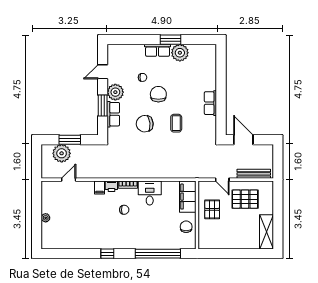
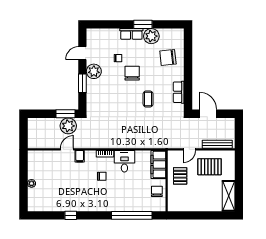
row of seats: (210, 103) -> (179, 92), moved
row of seats: (113, 114) -> (92, 91), removed
chair: (145, 124) -> (168, 57), moved
window: (70, 140) -> (66, 114), moved
plant: (62, 153) -> (68, 126), moved
door: (69, 180) -> (67, 149), moved
door: (222, 180) -> (189, 149), hinge flipped
printer: (111, 186) -> (90, 155), removed
window: (107, 254) -> (71, 215), moved

